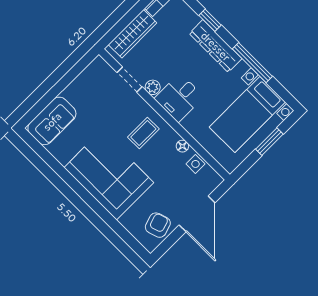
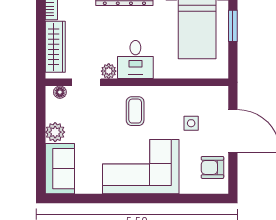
plant: (74, 92) -> (55, 132), added
floor lamp: (182, 146) -> (60, 92), moved
side table: (195, 164) -> (191, 123), moved
armchair: (158, 225) -> (212, 167), turned -72

